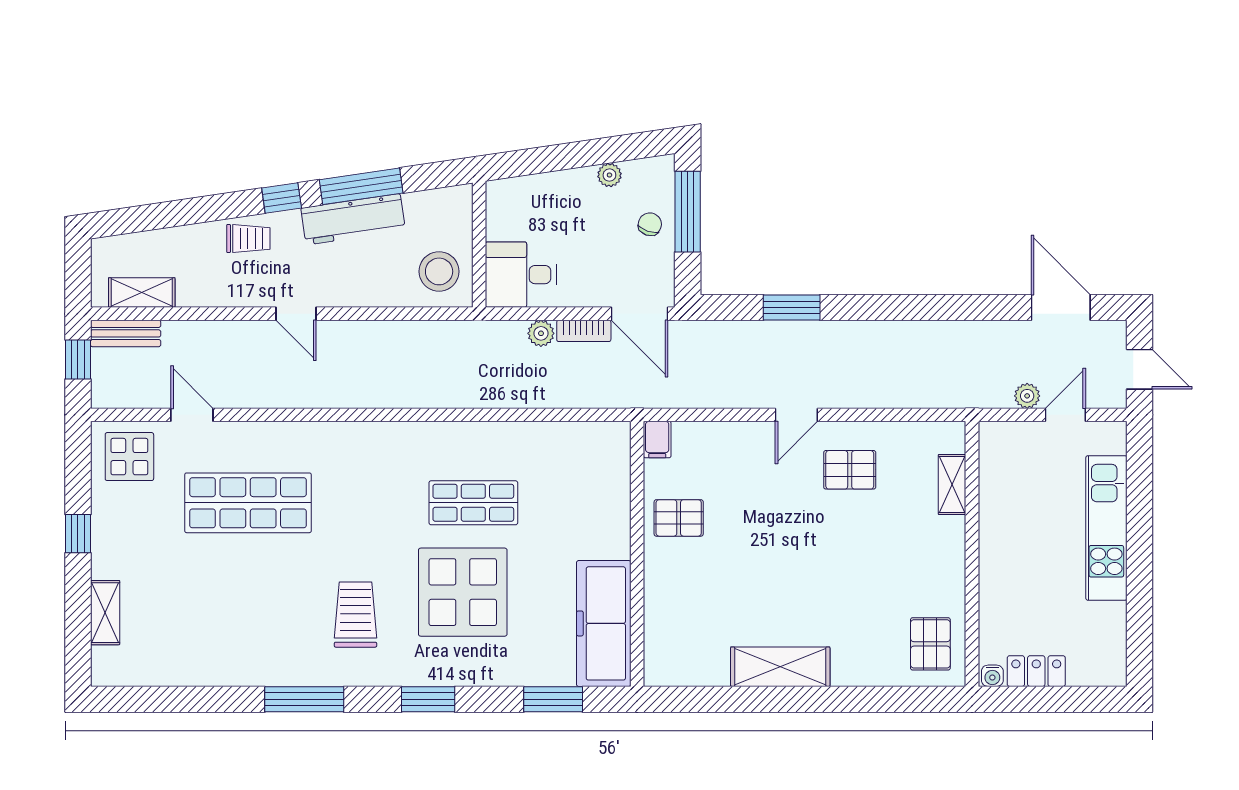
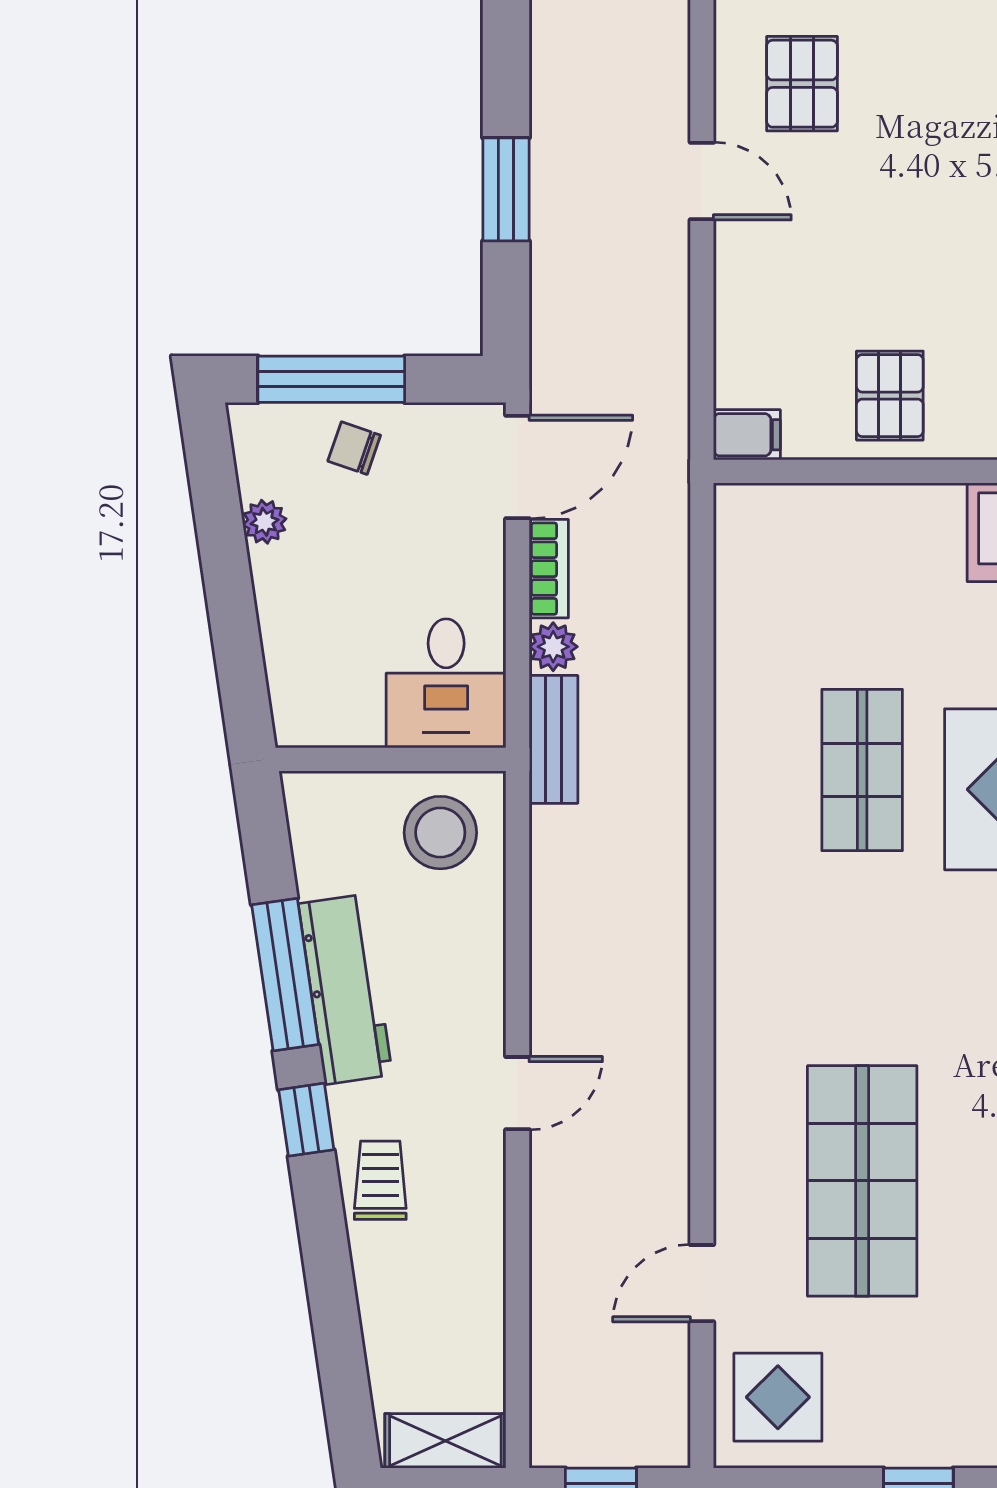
shelving: (142, 292) -> (445, 1441), moved, turned 90
bench: (126, 333) -> (553, 739), moved

